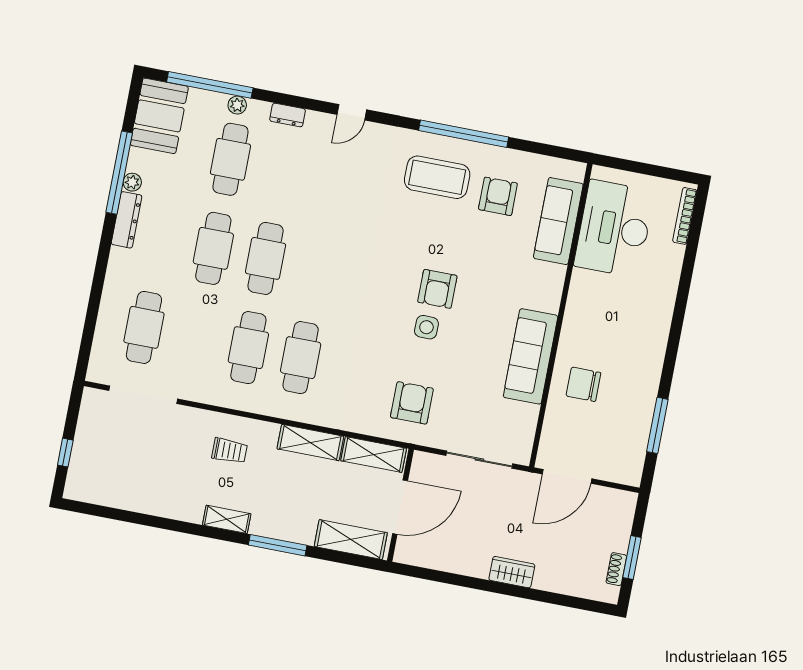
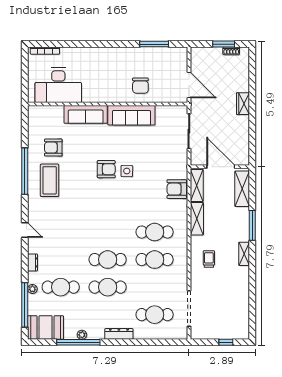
dresser: (127, 220) -> (119, 334), moved
sofa: (558, 221) -> (86, 114), moved
armchair: (412, 403) -> (177, 189), moved

